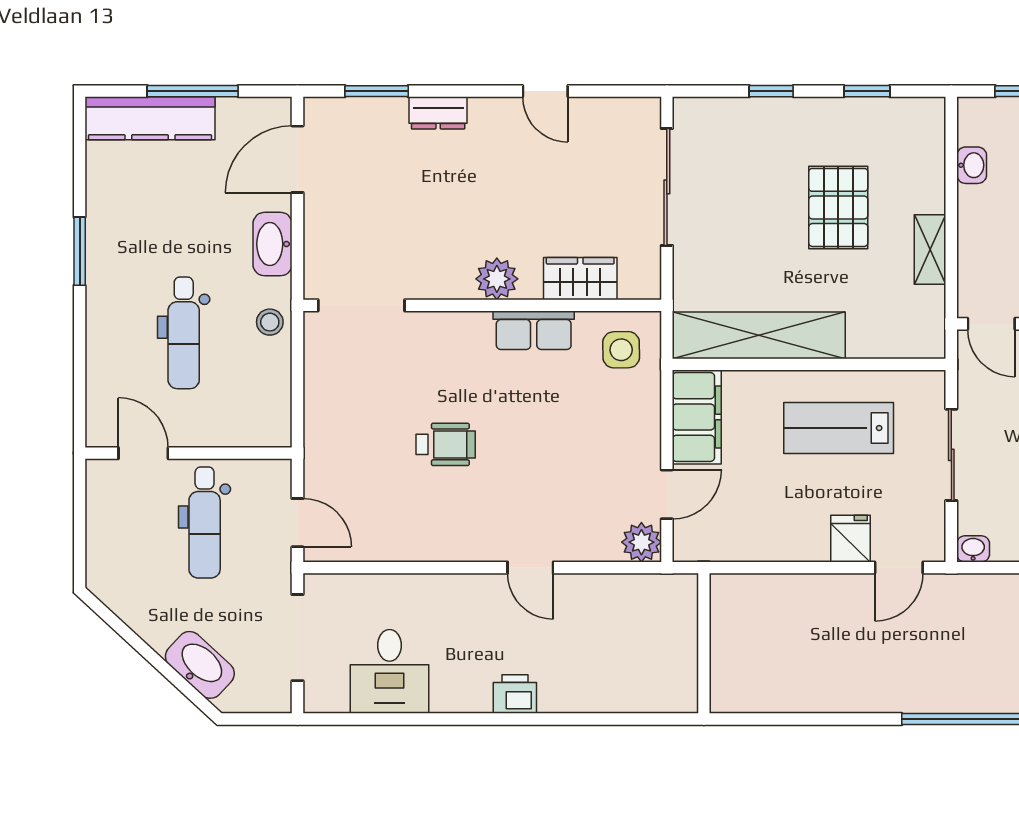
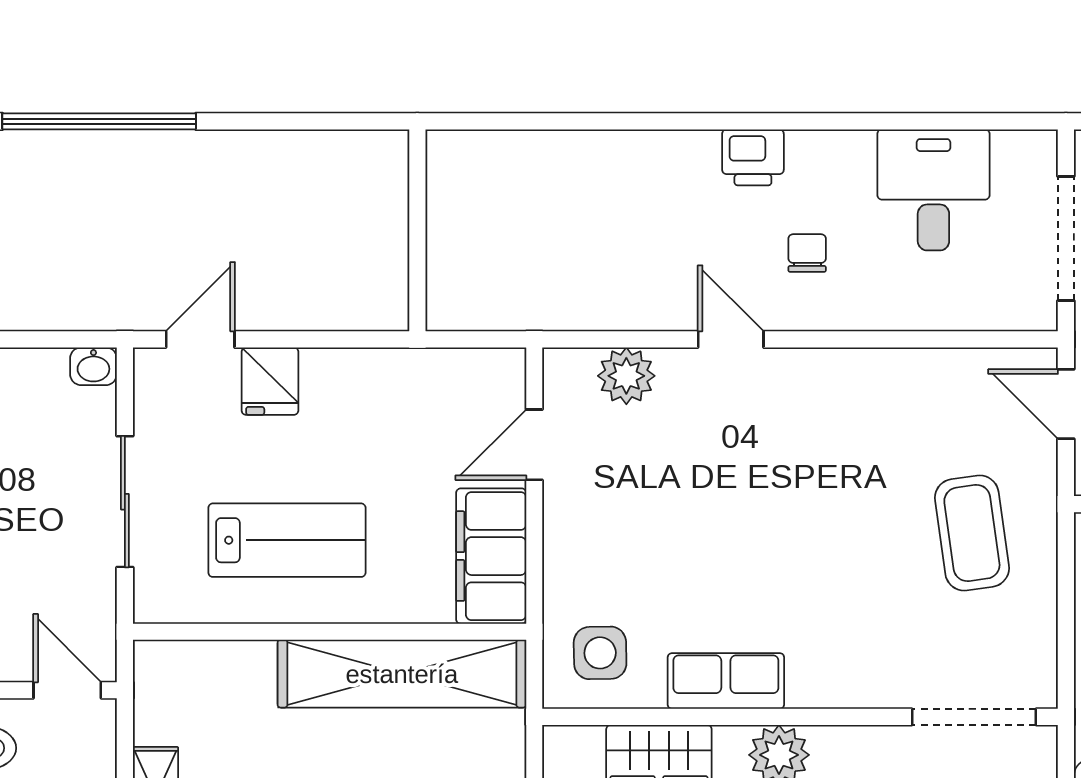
coffee table: (363, 433) -> (972, 533), added
wheelchair: (446, 444) -> (853, 517), removed
plant: (641, 542) -> (626, 376), moved
chair: (477, 628) -> (807, 253), added
wall: (704, 643) -> (417, 230), moved

